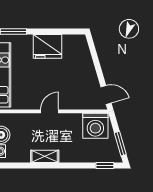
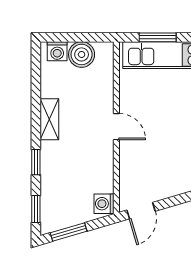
washing machine: (95, 126) -> (104, 204), width x0.53, depth x0.53
window: (73, 166) -> (36, 162), added

